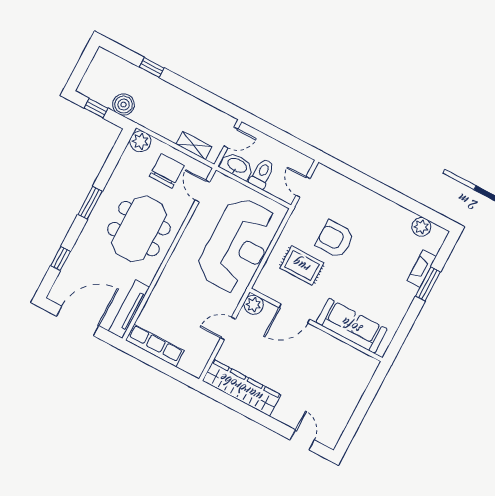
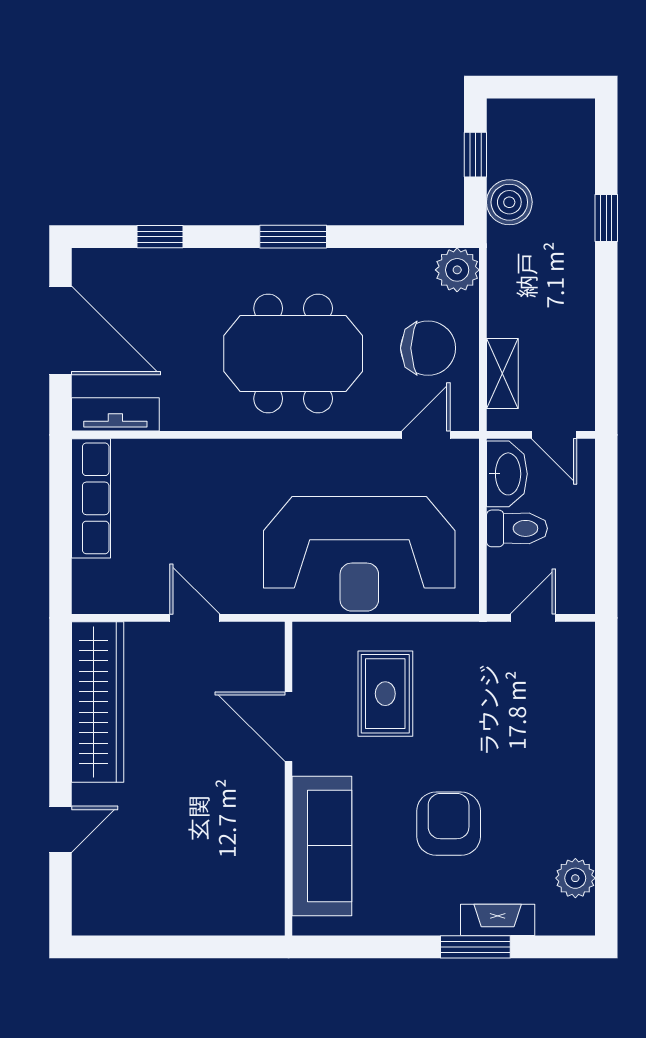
armchair: (335, 239) -> (449, 824), moved
plant: (253, 305) -> (265, 642), removed
tv unit: (129, 309) -> (115, 414), width x0.71
door: (302, 440) -> (60, 829), moved

